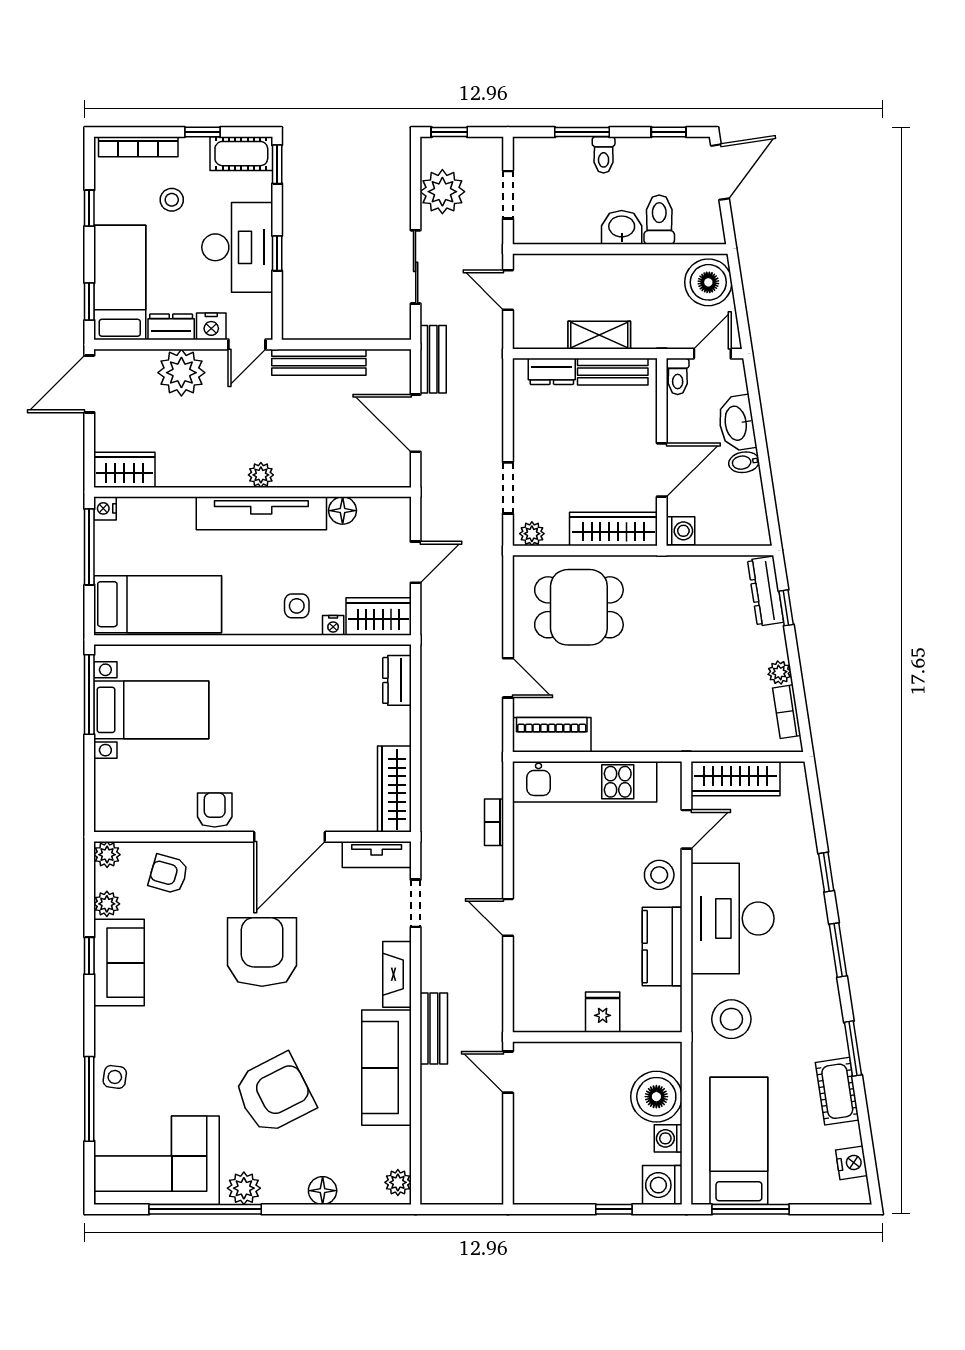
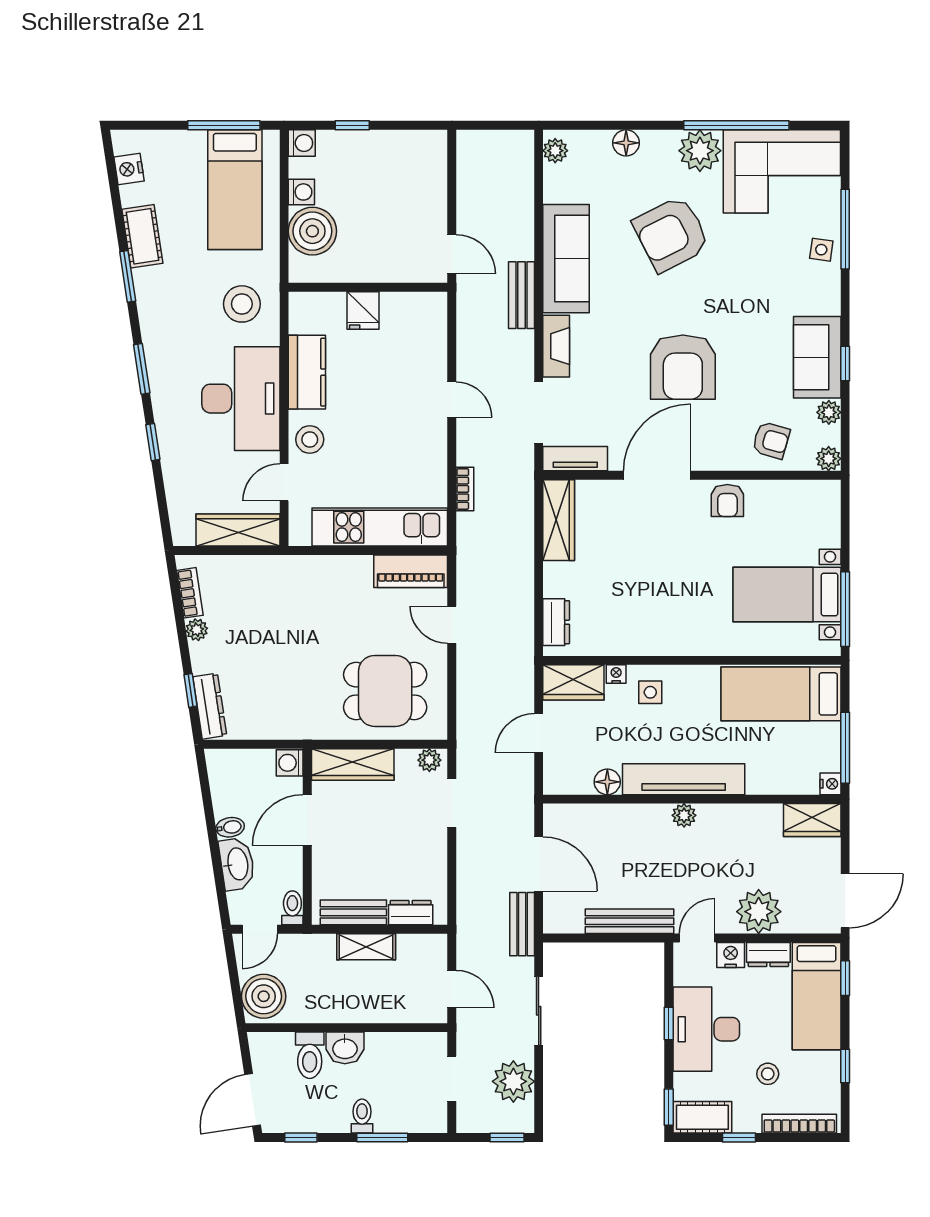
doorway: (416, 903) -> (539, 413), width x1.38
washing machine: (662, 1185) -> (302, 143), width x0.73, depth x0.73
plant: (244, 1188) -> (700, 151), width x1.36, depth x1.36

